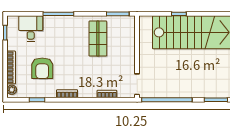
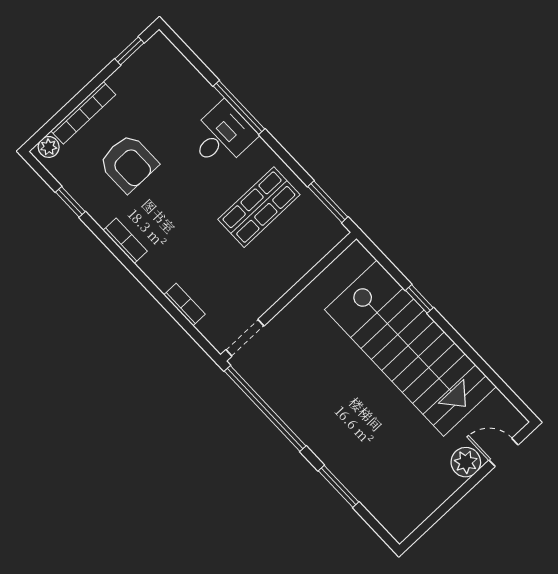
desk: (31, 29) -> (222, 136), moved
armchair: (42, 68) -> (128, 163), turned -90

